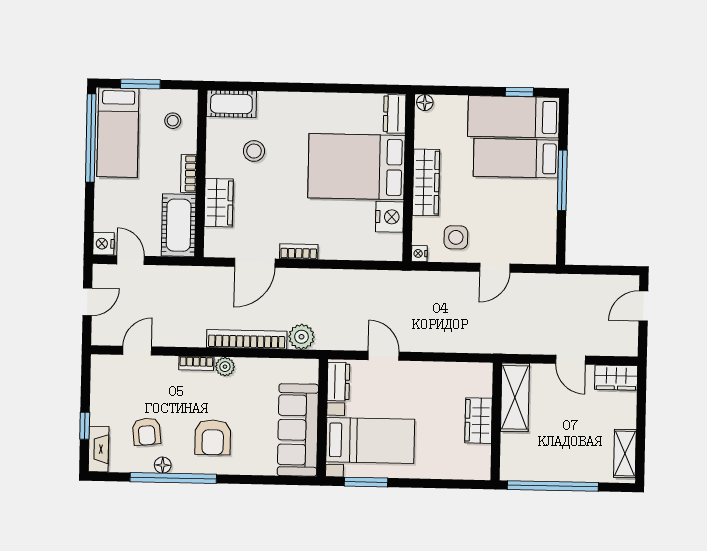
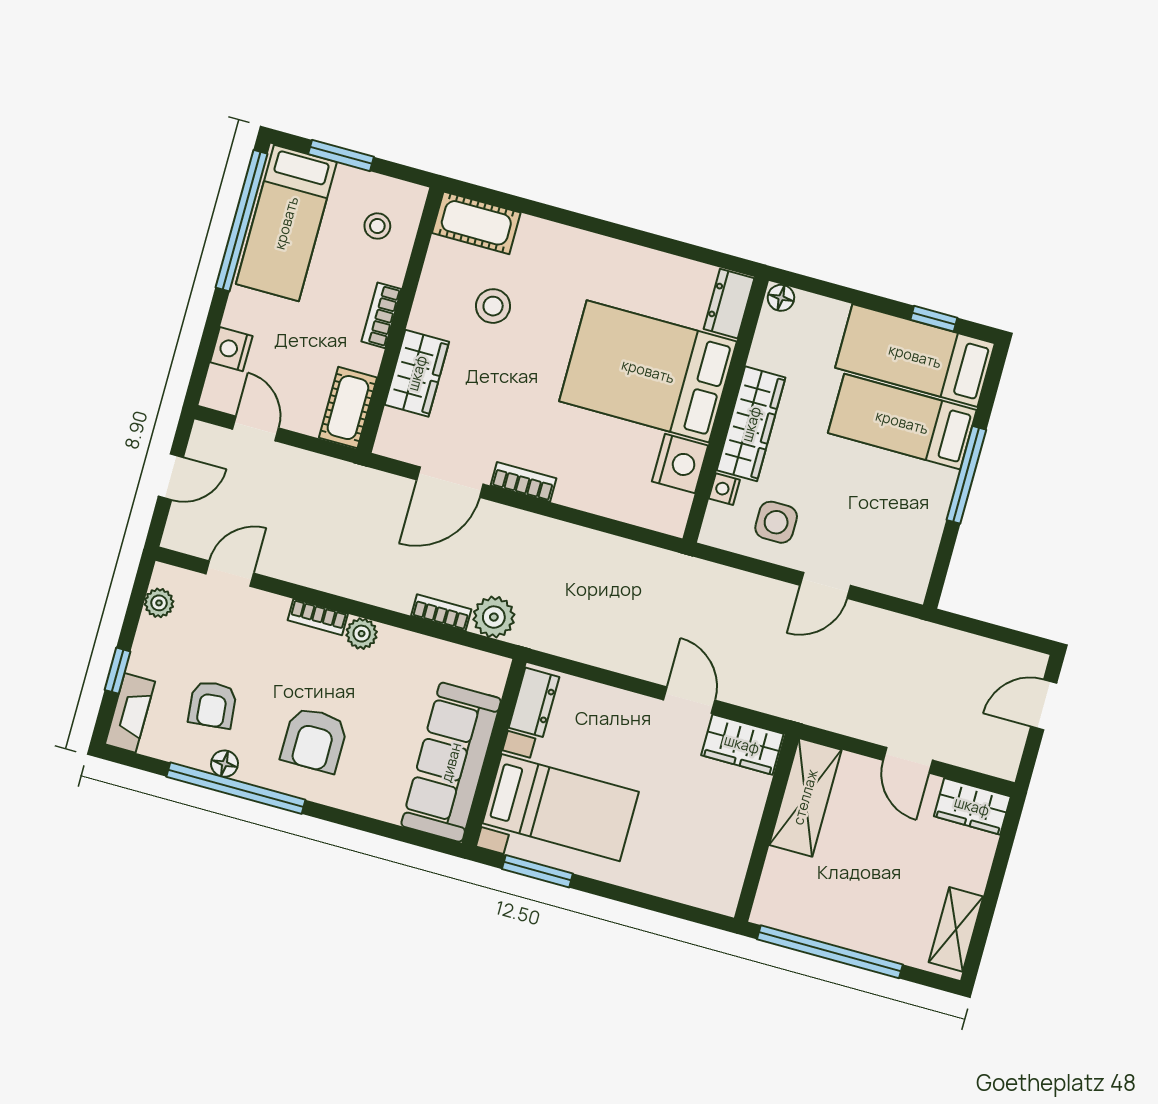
cot: (179, 225) -> (348, 408), width x0.73, depth x0.75
nightstand: (103, 244) -> (231, 349), moved
nightstand: (419, 253) -> (724, 489), moved
bookcase: (247, 339) -> (441, 613), width x0.43, depth x0.76
door: (384, 356) -> (689, 700), moved
plant: (99, 379) -> (159, 603), added
wardrobe: (479, 421) -> (742, 744), moved, turned -90

